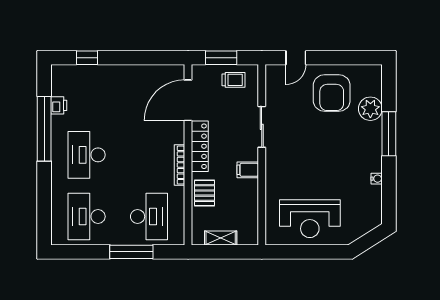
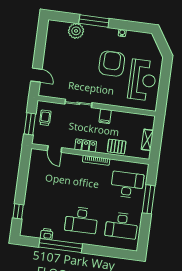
armchair: (332, 93) -> (112, 64), moved, turned -90
door: (188, 100) -> (55, 149), width x0.53
locker: (200, 146) -> (86, 145), width x0.66

